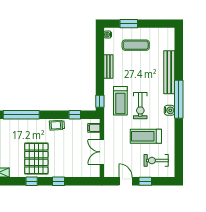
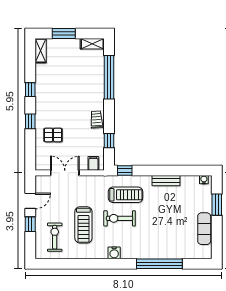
exercise mat: (136, 45) -> (204, 229), moved
bench: (169, 72) -> (159, 253), removed
window: (179, 99) -> (159, 264), moved
treadmill: (120, 101) -> (125, 195), turned 180
treadmill: (146, 136) -> (83, 225), turned 180
pallet: (36, 158) -> (53, 135), moved, width x0.49, depth x0.50

